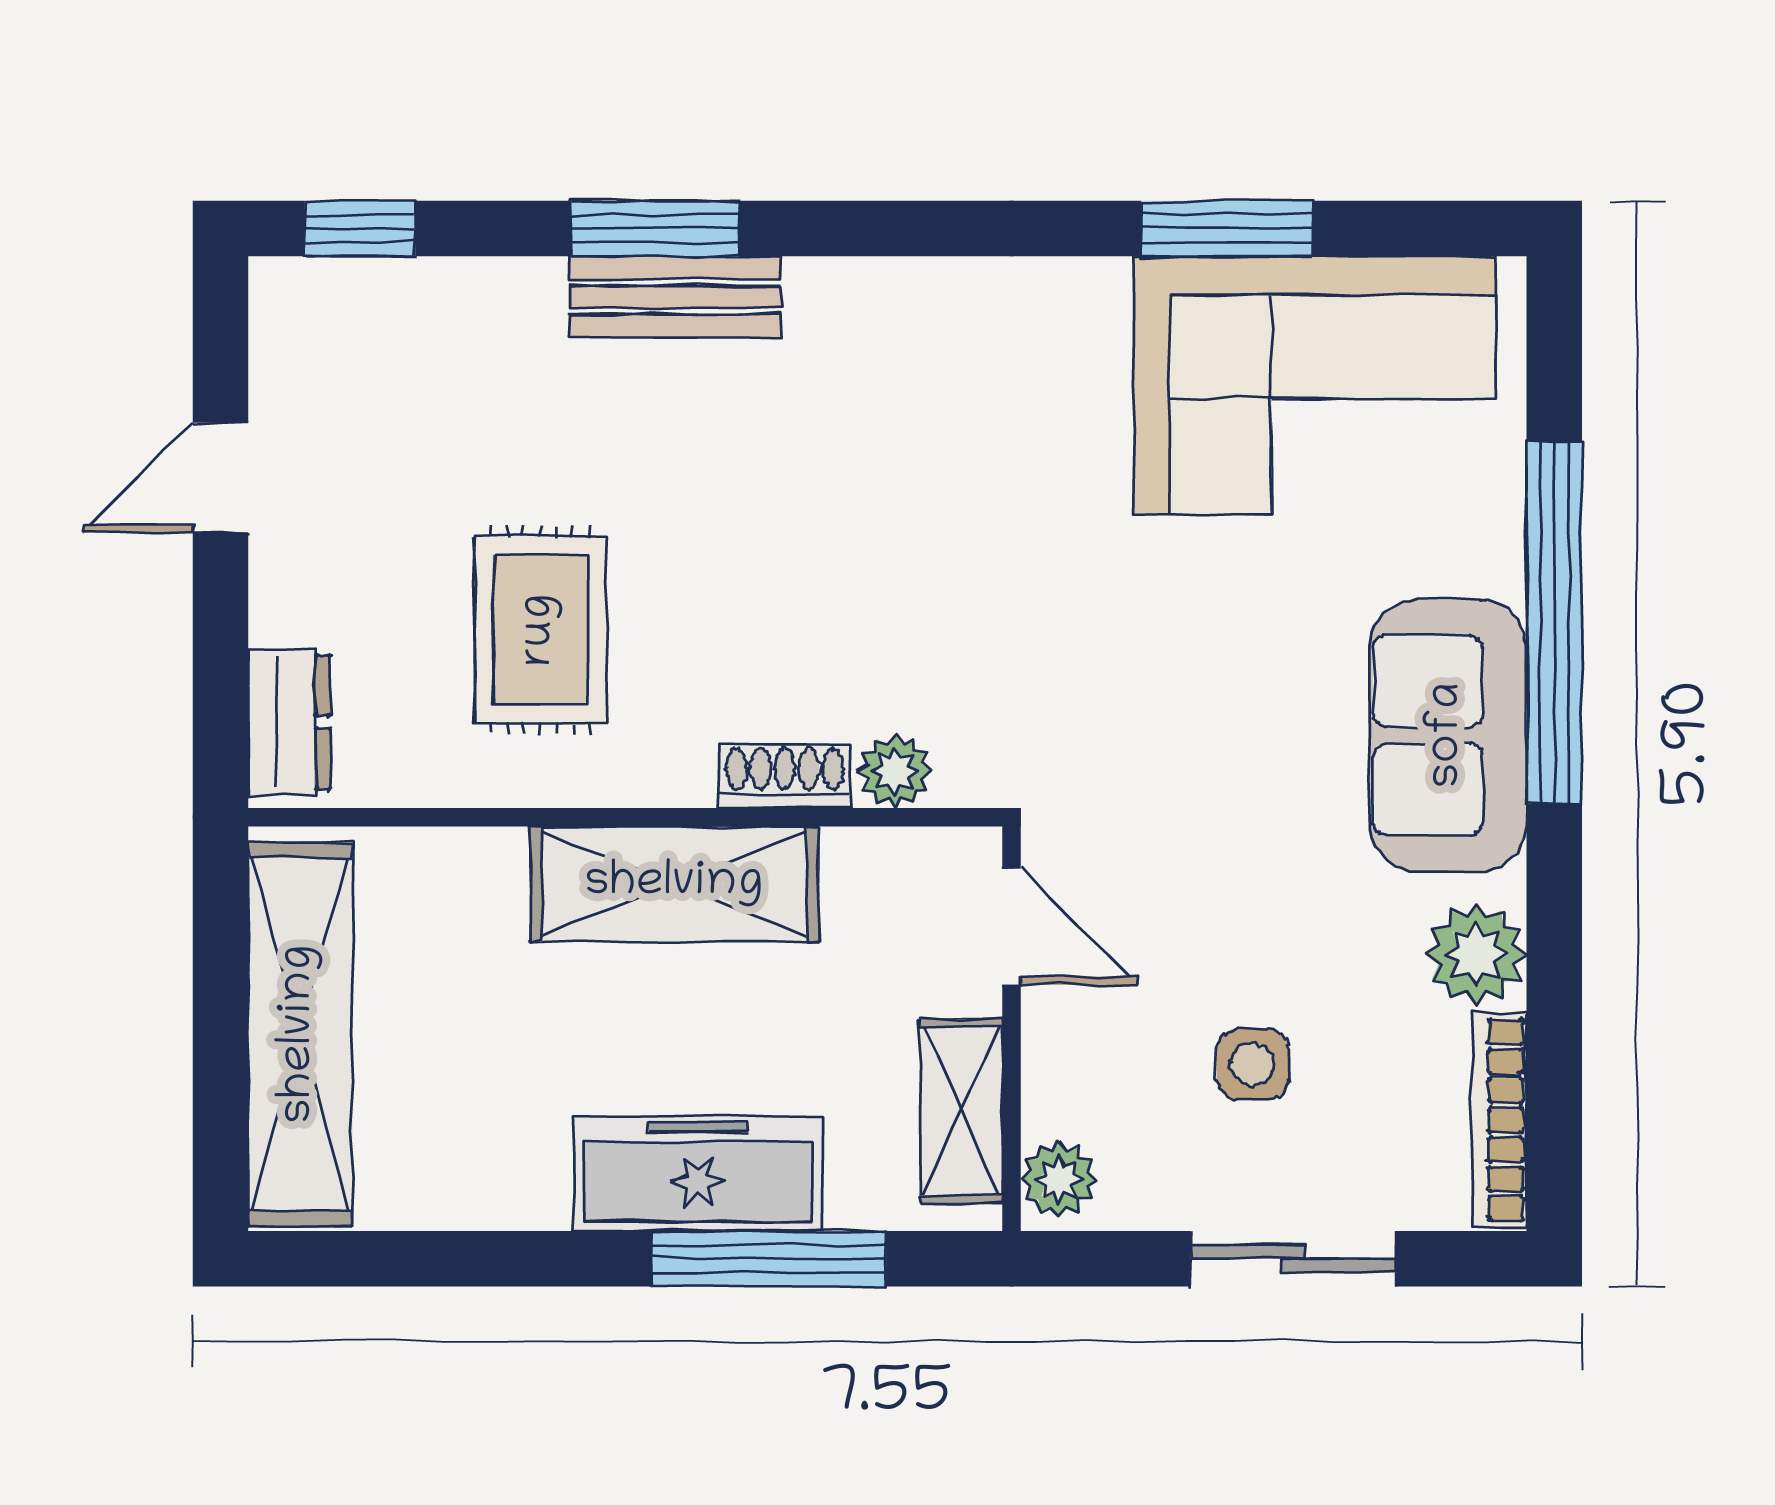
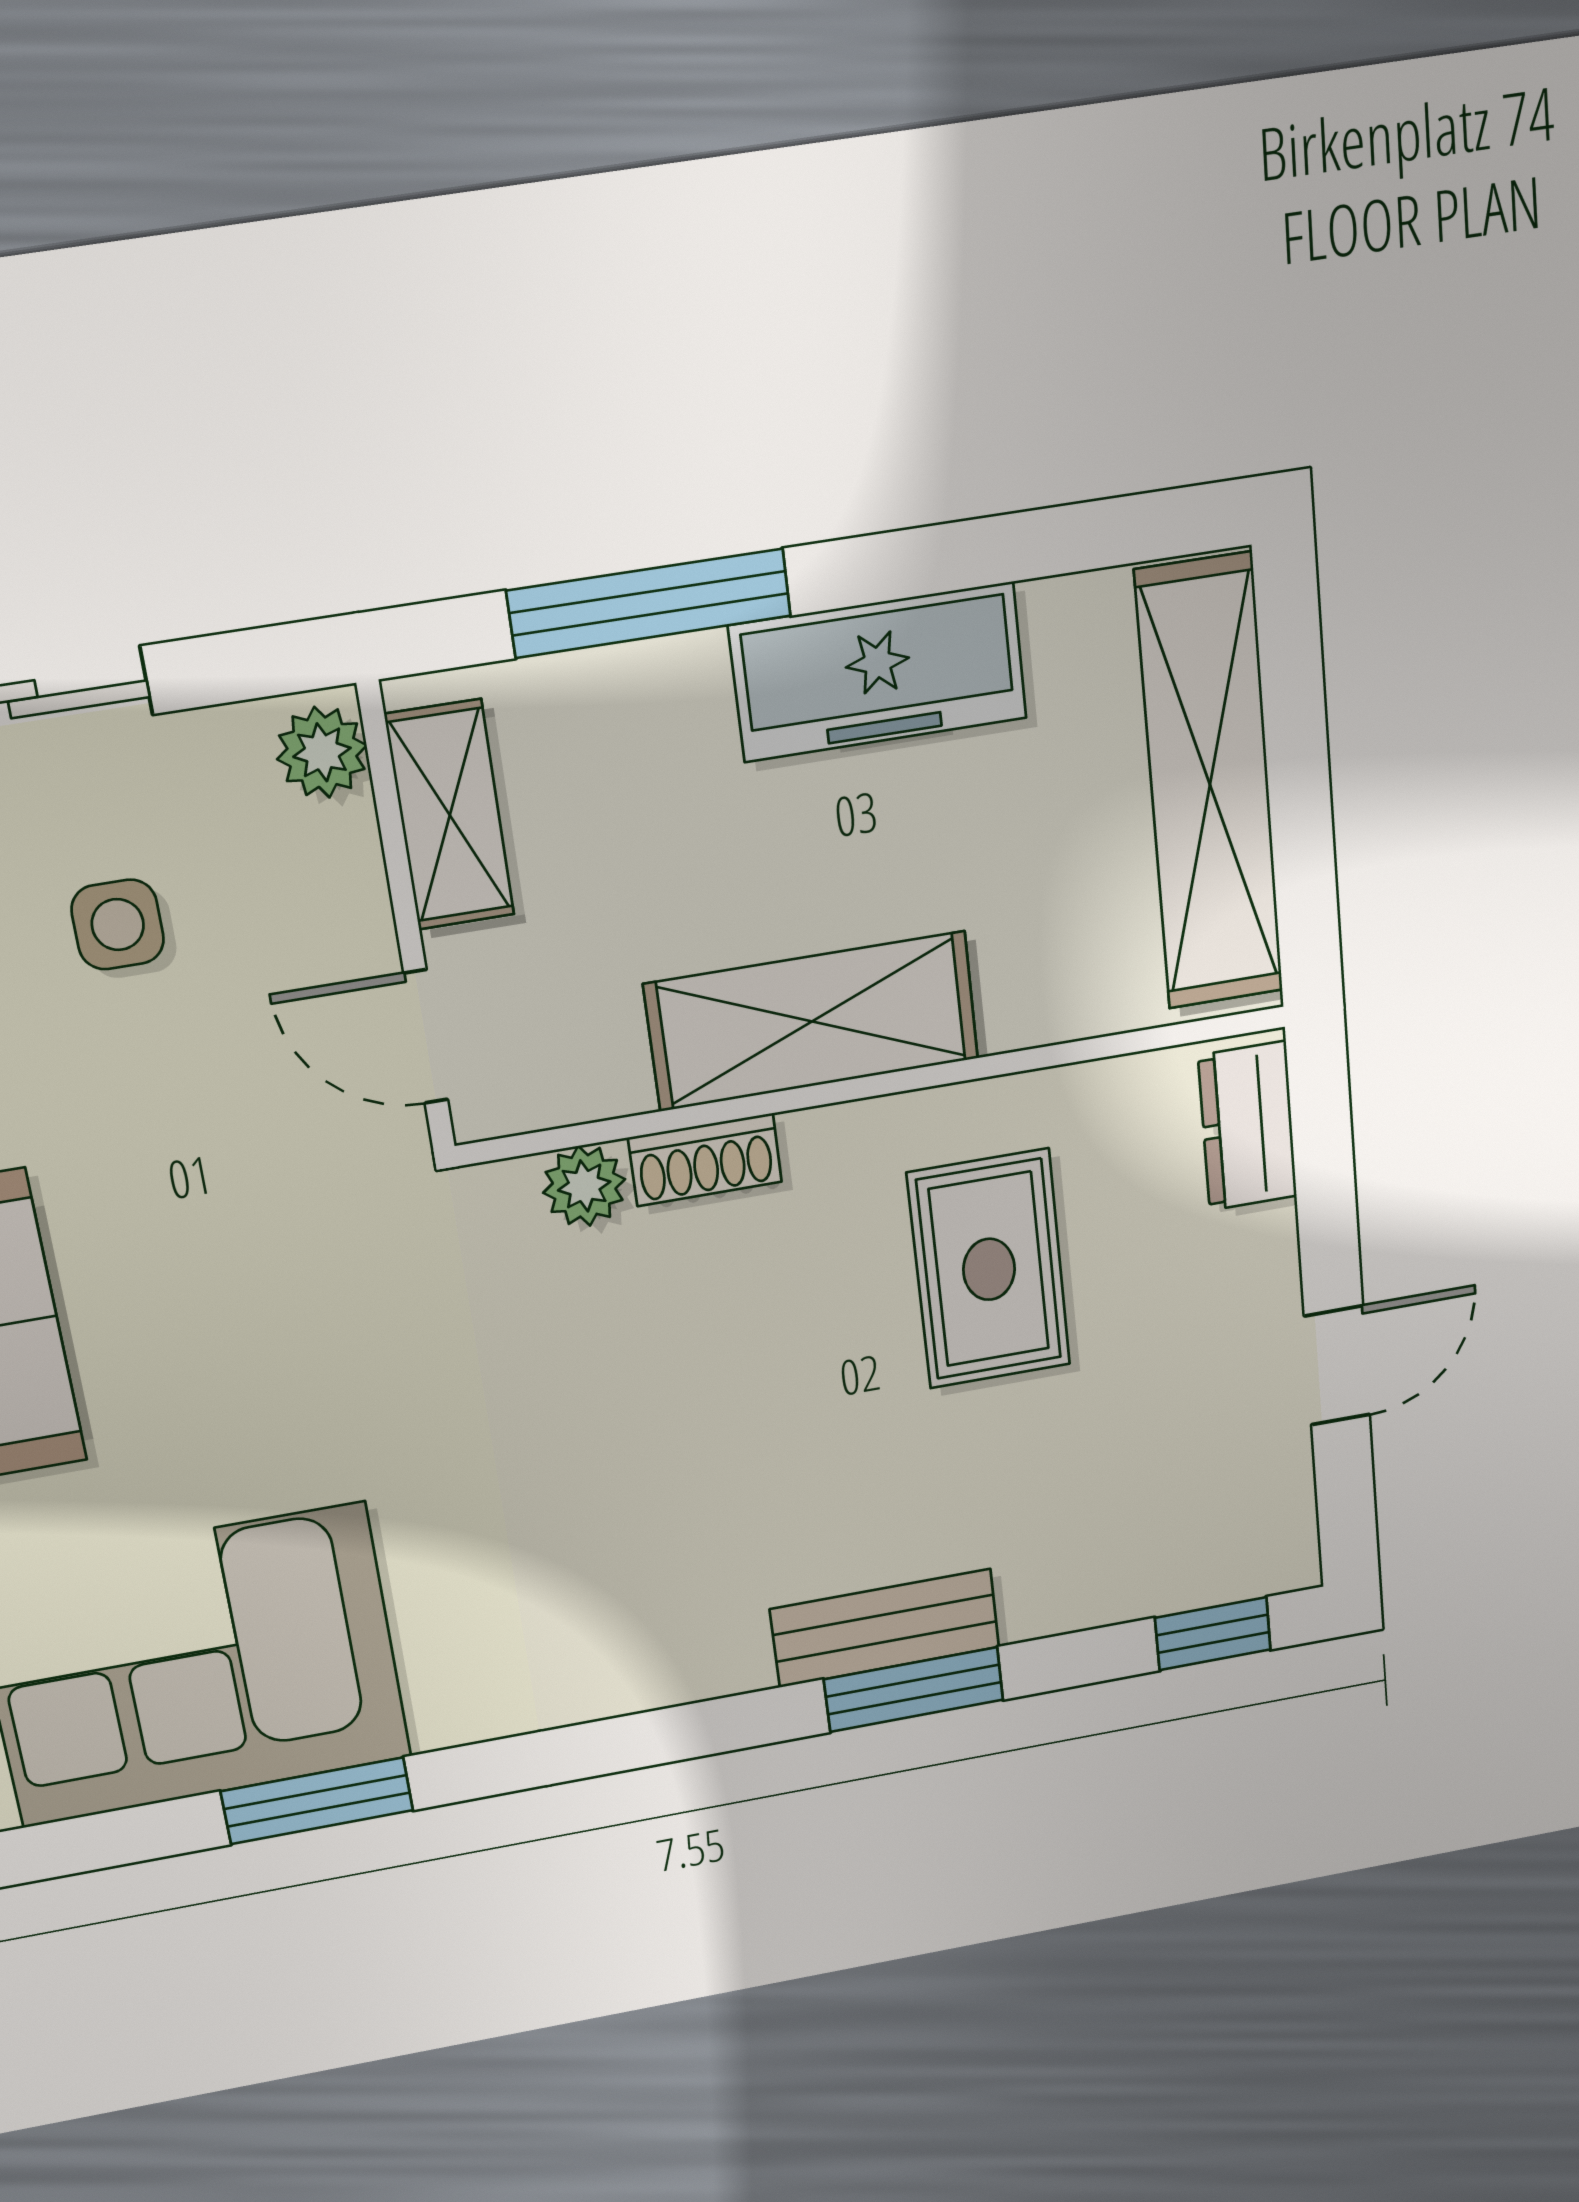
freezer: (698, 1174) -> (878, 672), moved

